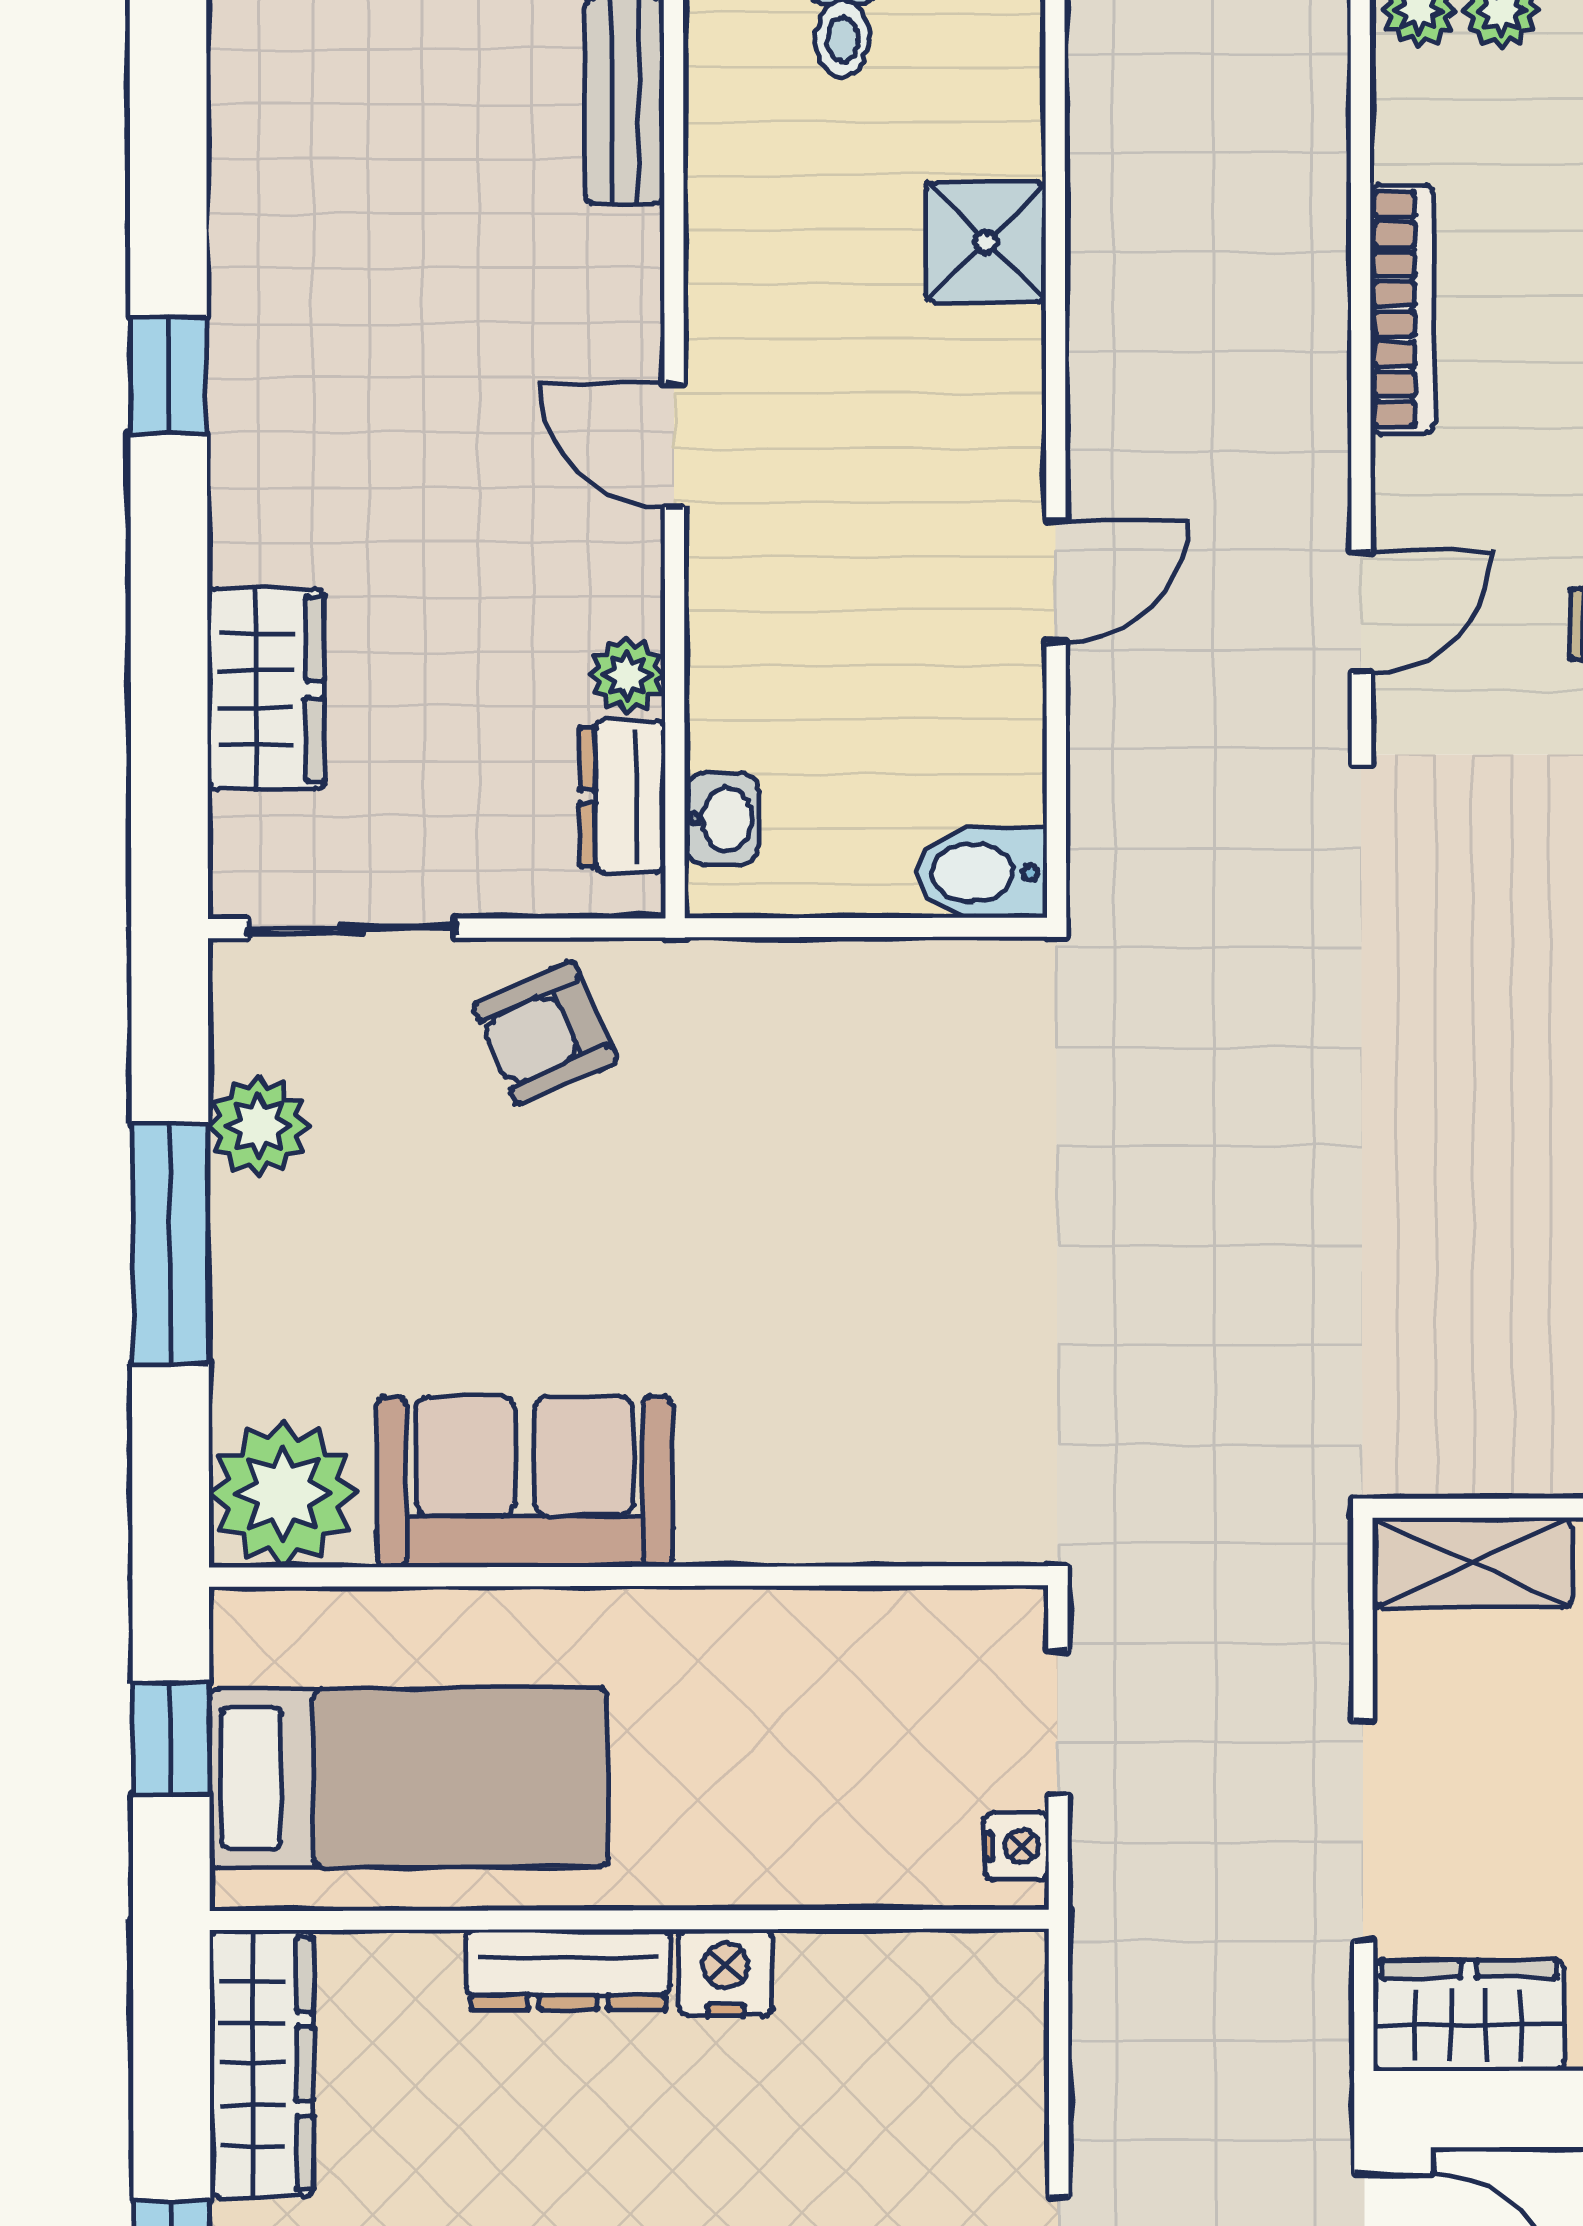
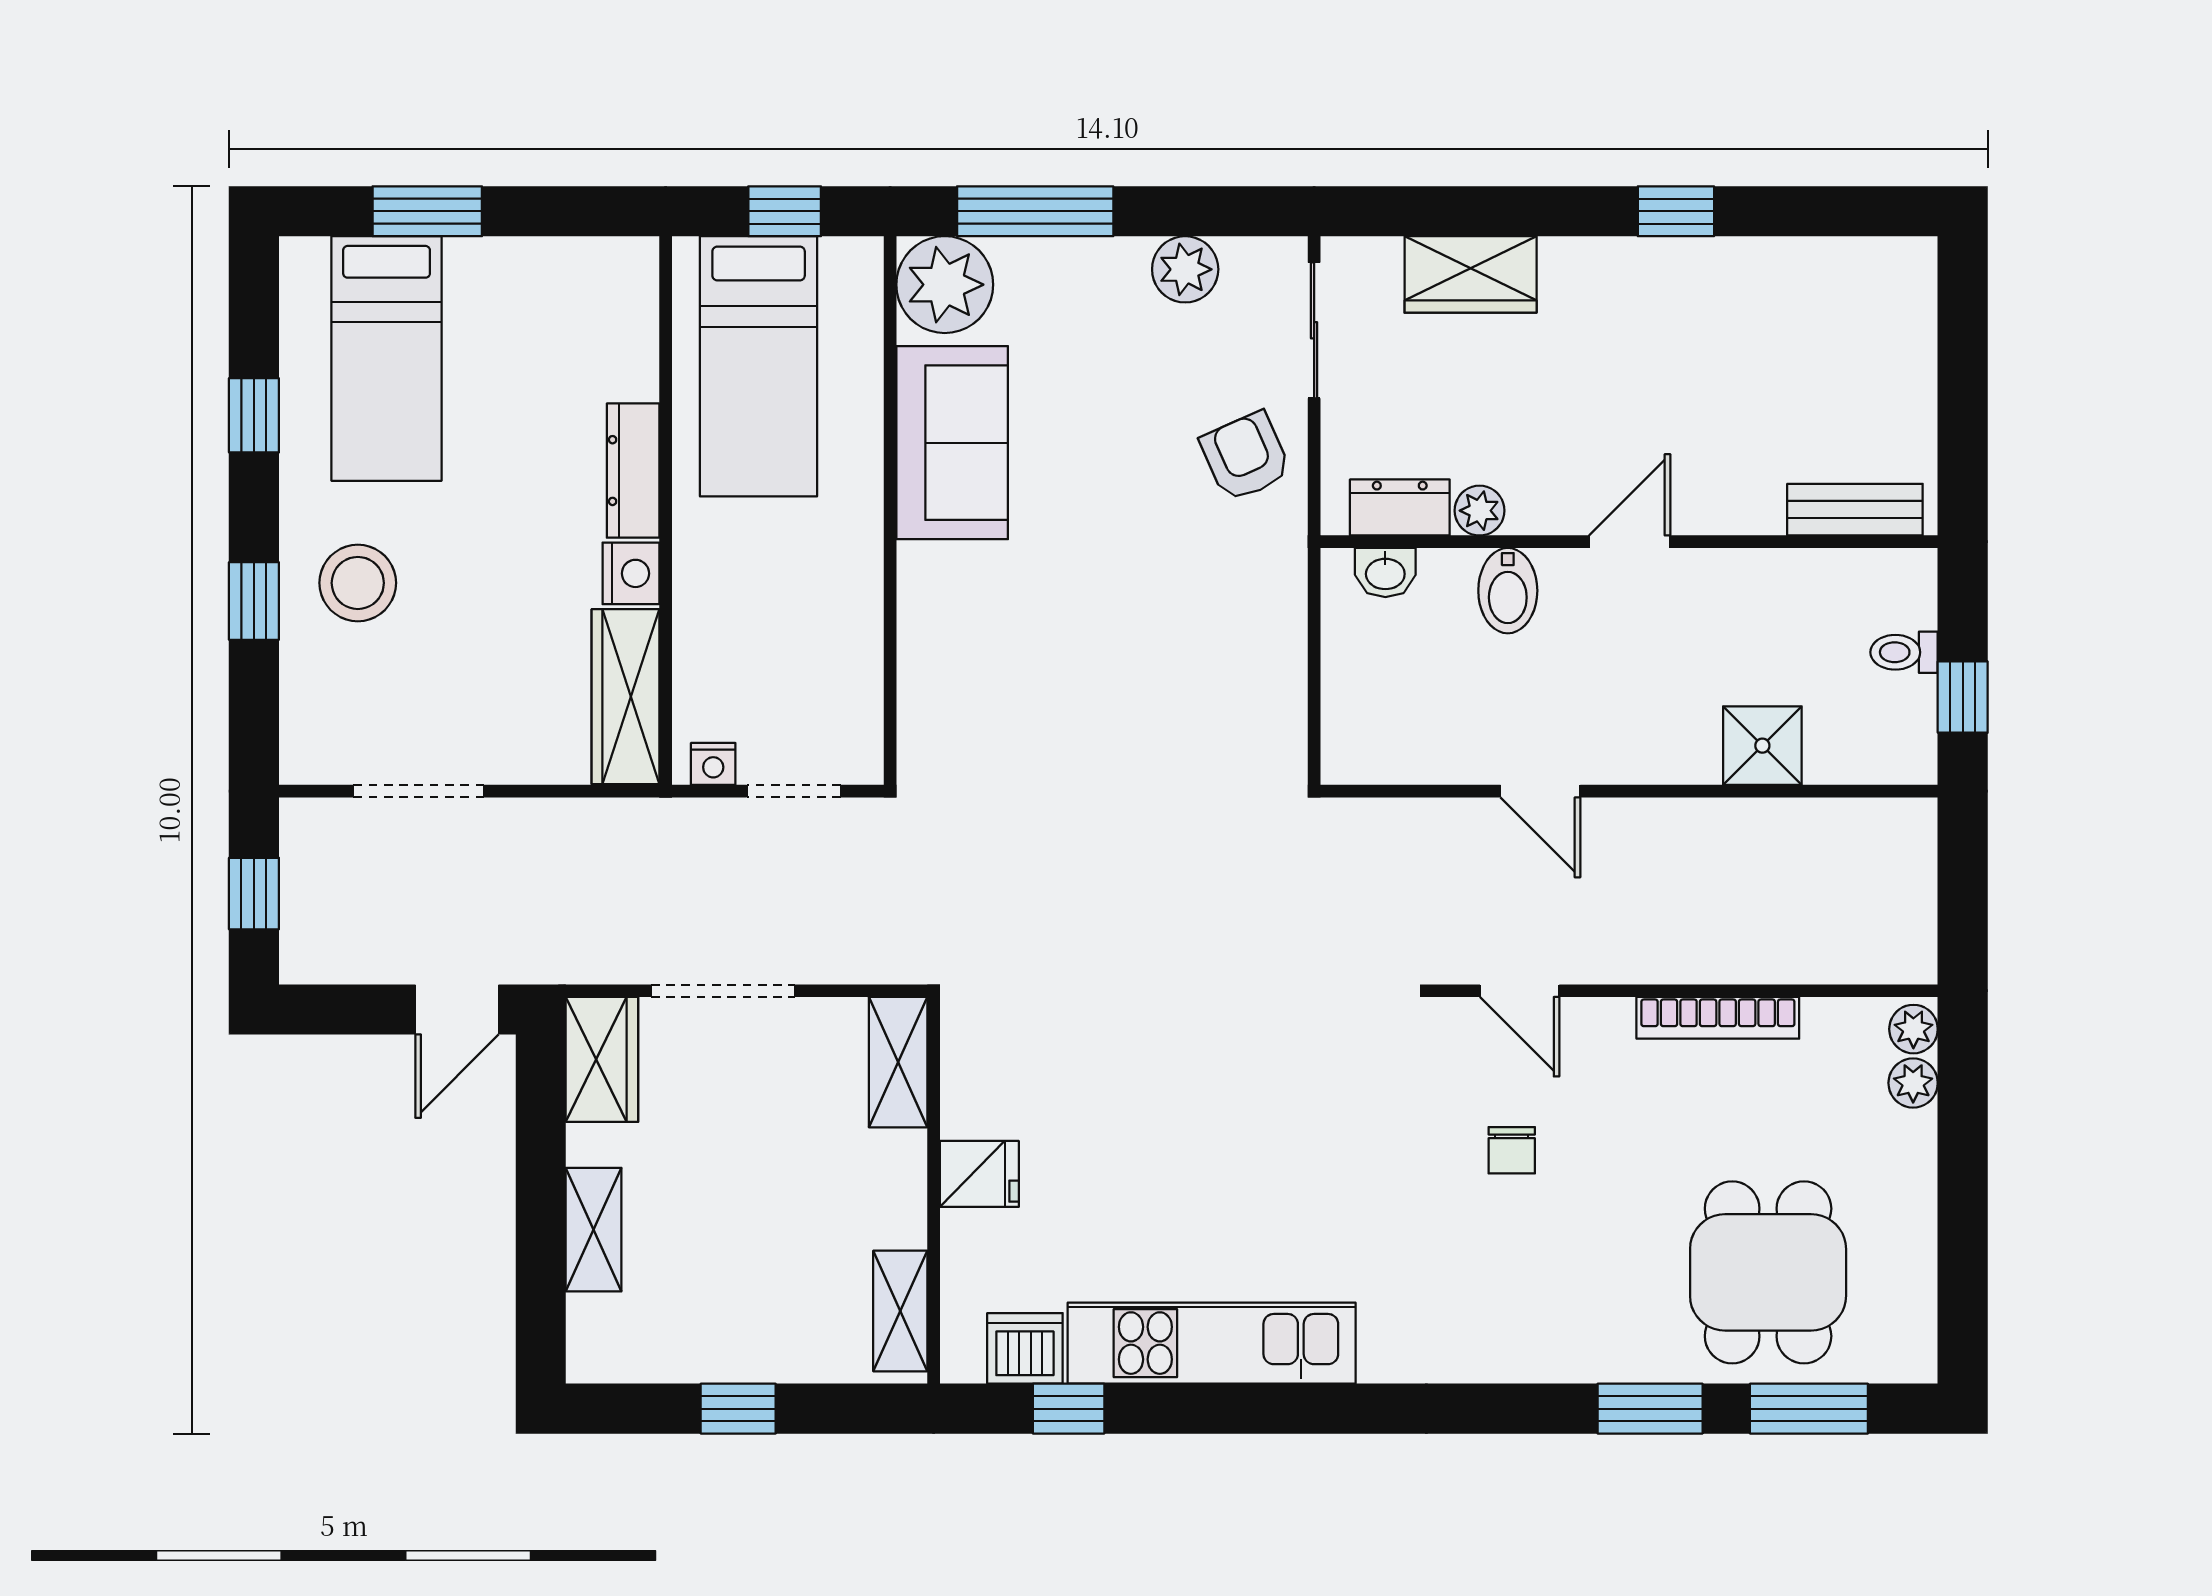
bidet: (982, 873) -> (1508, 591), moved, turned 180
window: (170, 1244) -> (1035, 211), moved
wardrobe: (261, 2064) -> (625, 697), moved, turned 90

